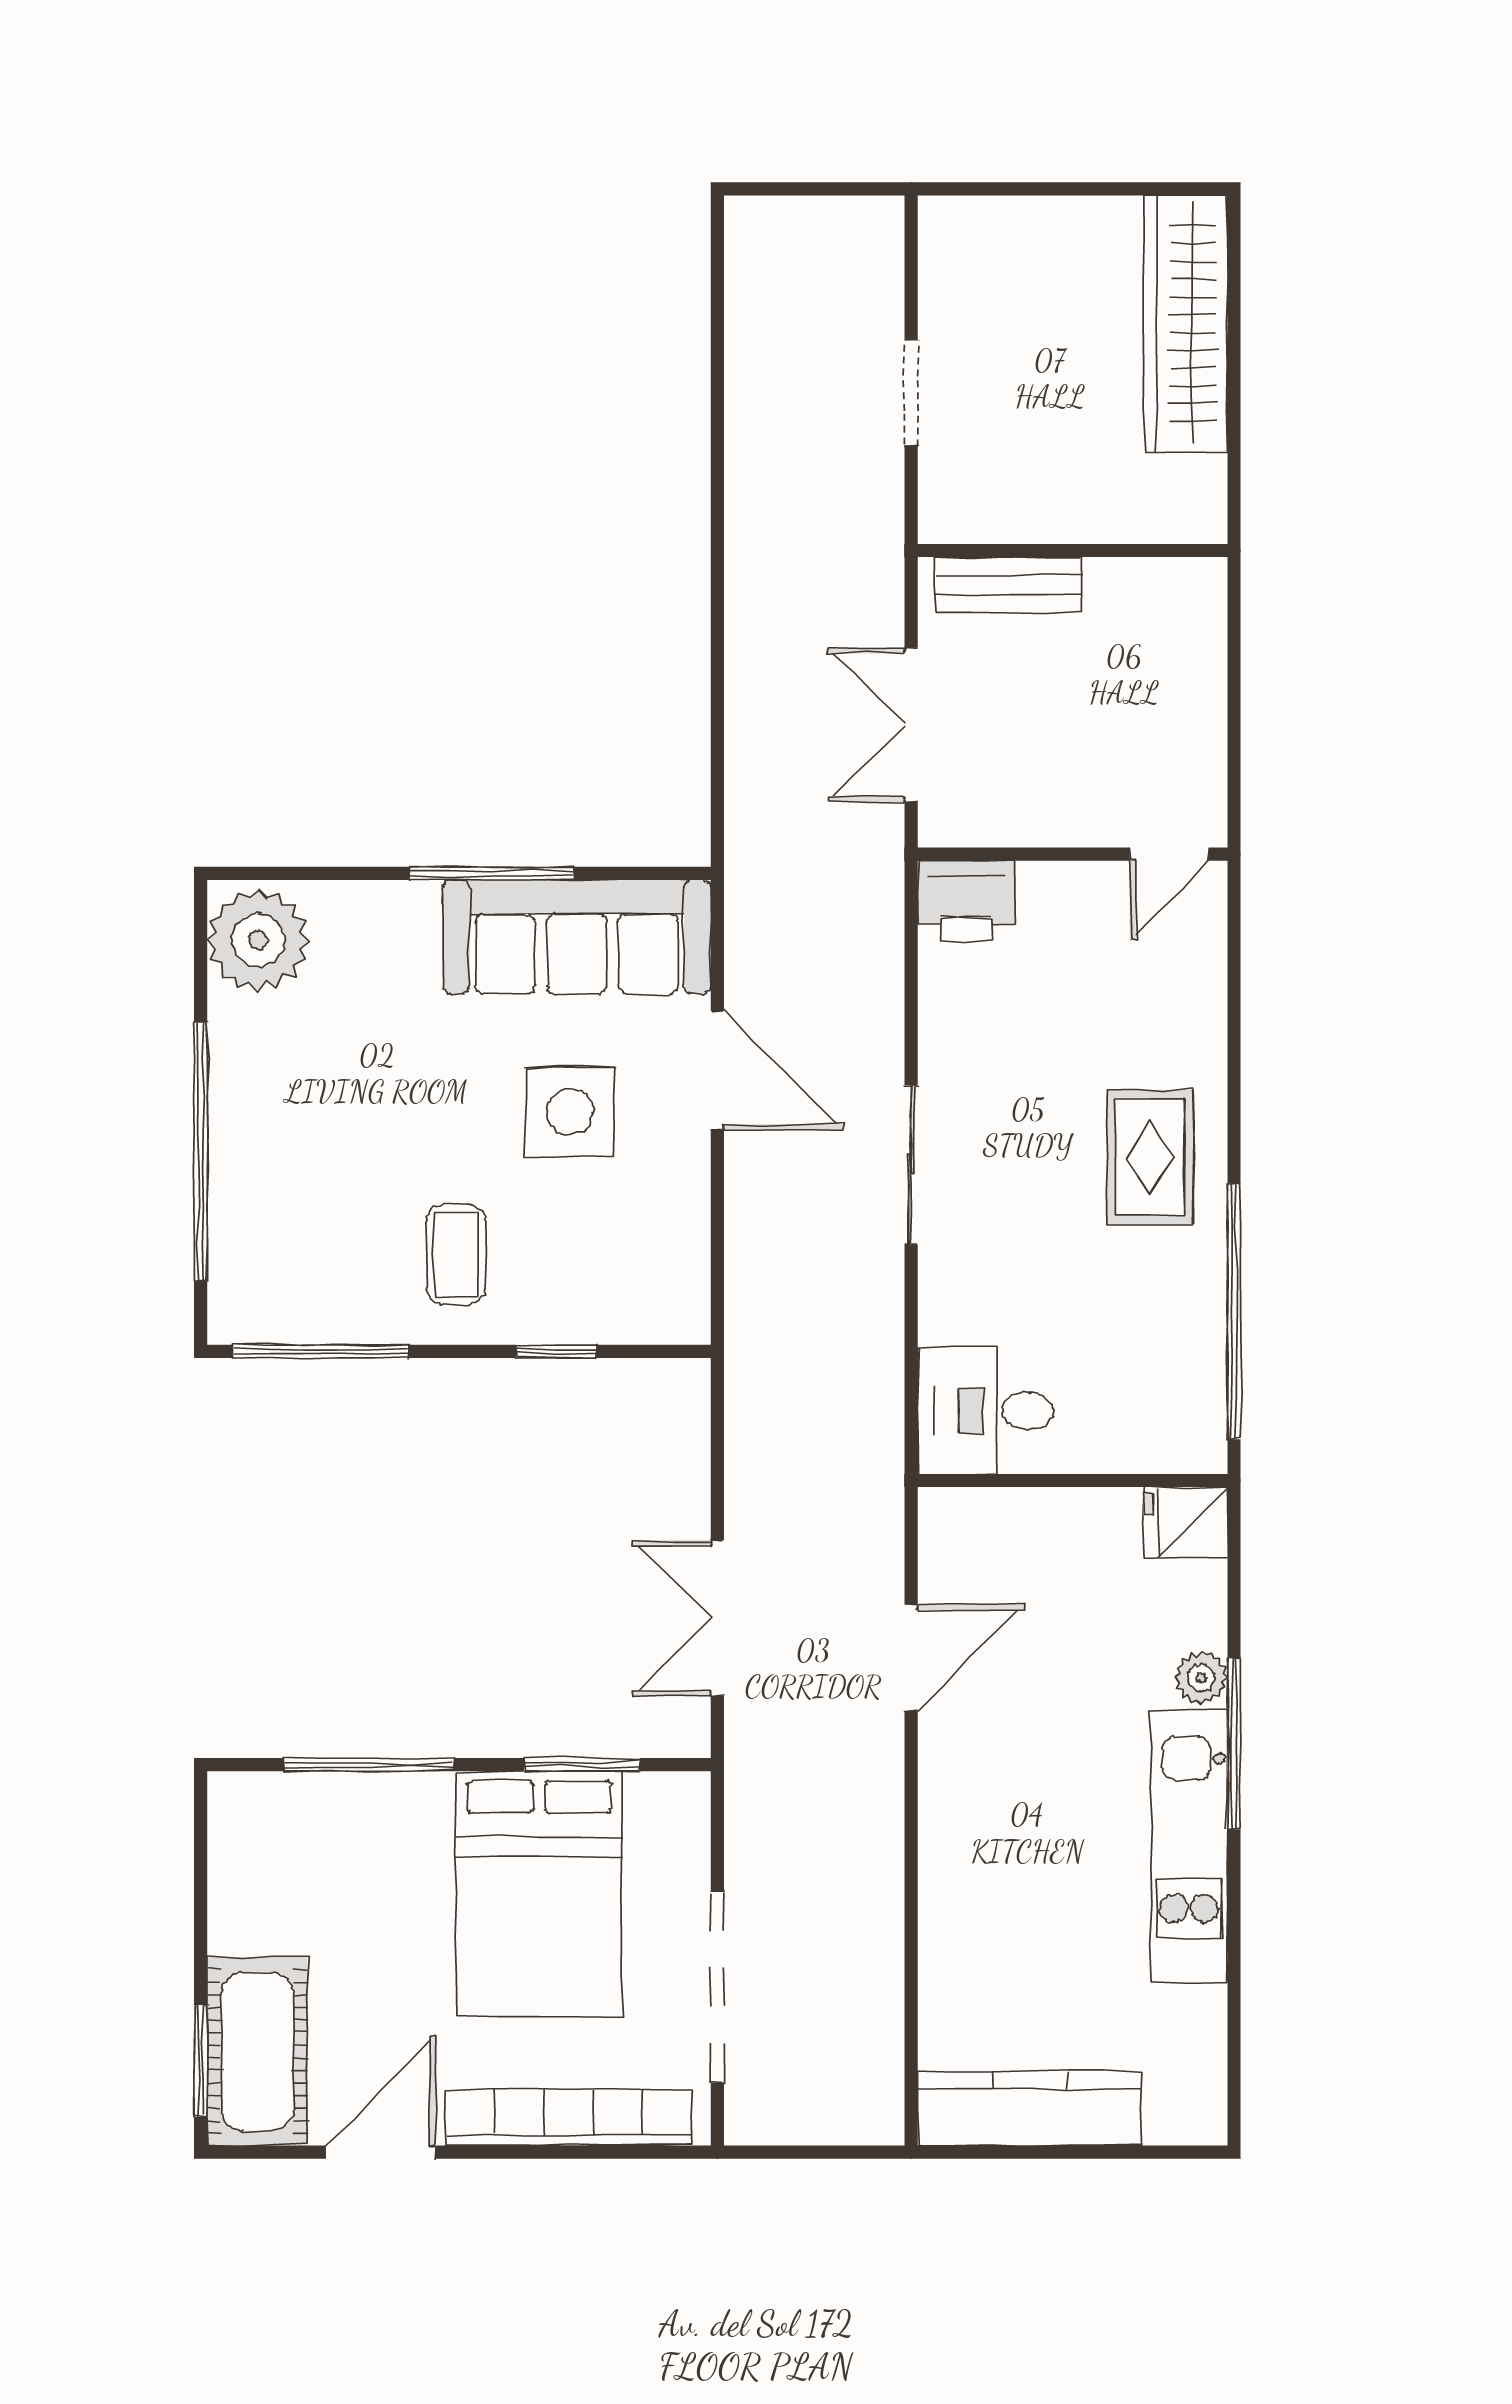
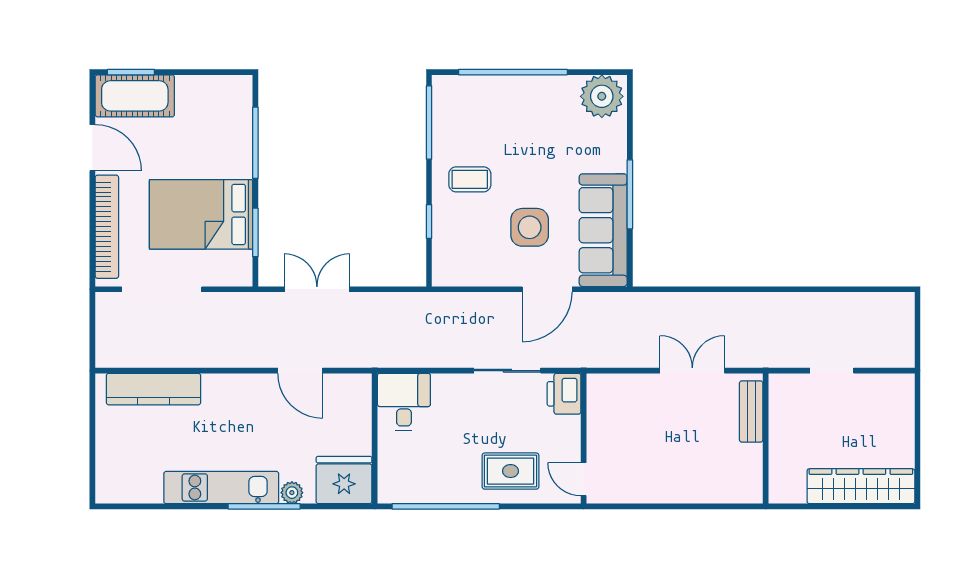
wall: (1073, 854) -> (584, 439), moved
door: (1169, 854) -> (584, 479), moved
printer: (966, 901) -> (564, 394), moved
fridge: (1185, 1522) -> (344, 480), width x1.88, depth x1.34
kitchen counter: (1030, 2108) -> (154, 389), moved, turned 90

